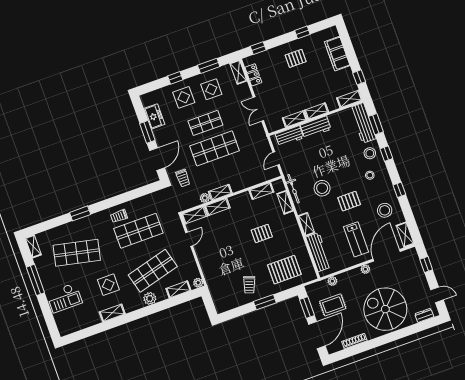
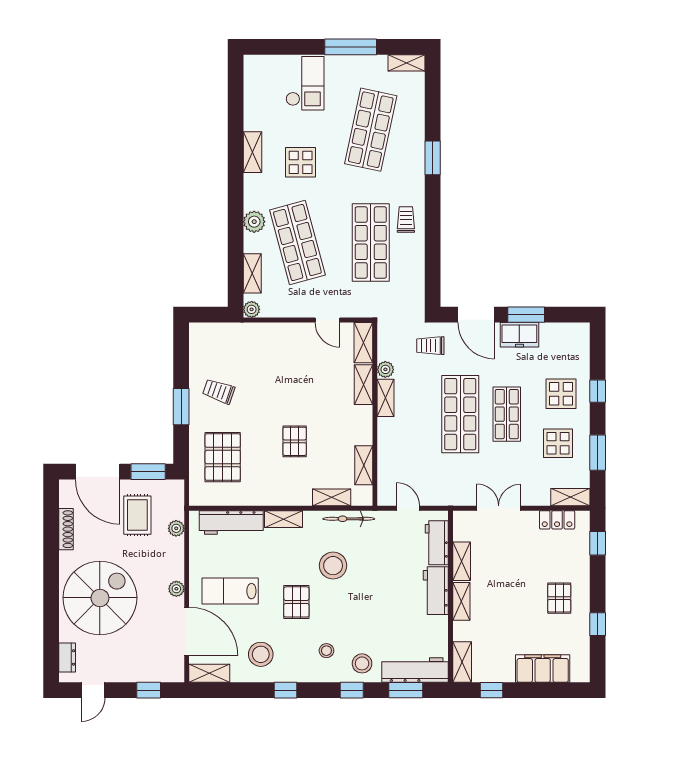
freezer: (154, 116) -> (519, 335), moved
checkout: (64, 298) -> (305, 83), turned 180

